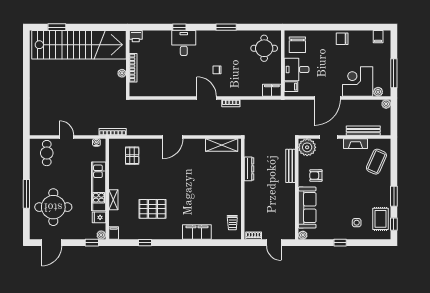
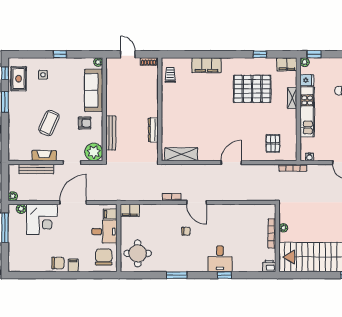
filing cabinet: (378, 37) -> (73, 265), moved
coffee table: (376, 162) -> (49, 123), moved
pallet: (152, 209) -> (252, 89), width x1.37, depth x1.41
filing cabinet: (114, 233) -> (287, 64), width x2.00

